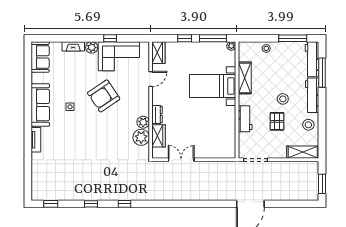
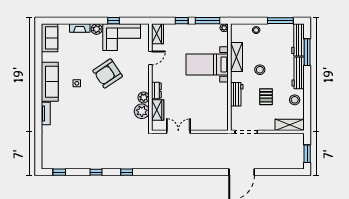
stool: (283, 99) -> (260, 70), moved

